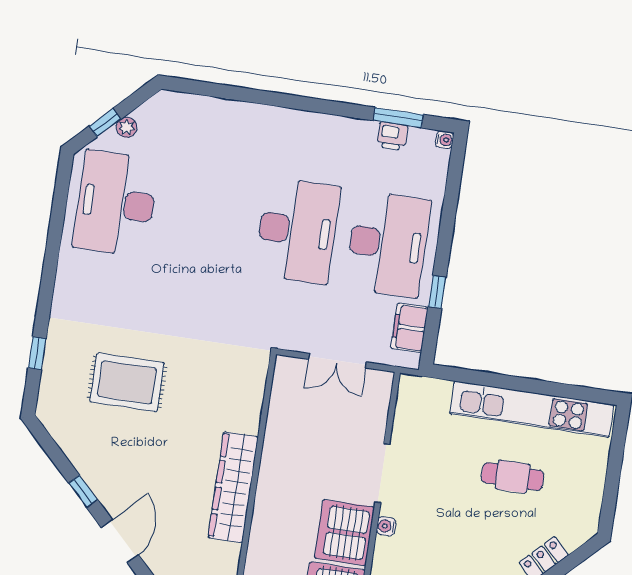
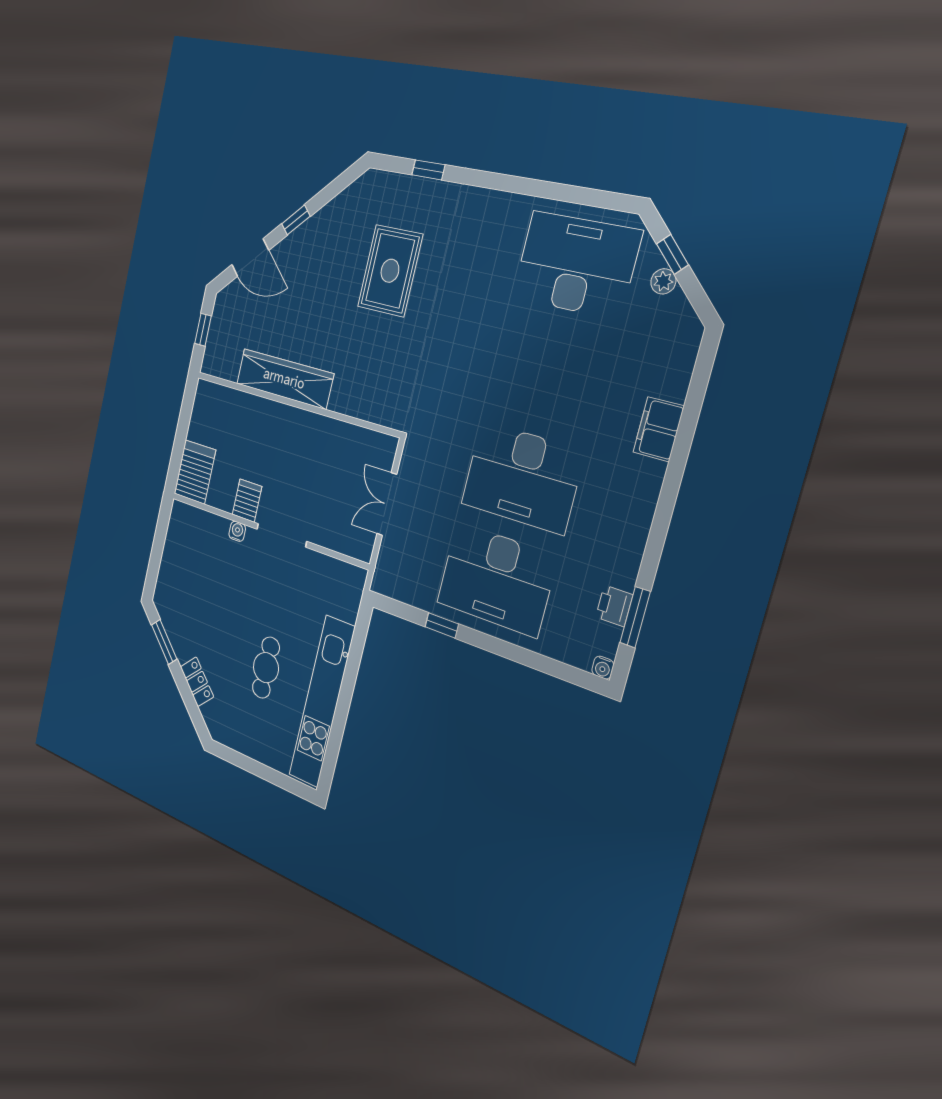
filing cabinet: (409, 328) -> (659, 429), moved, turned -90
server rack: (344, 533) -> (247, 501), width x0.46, depth x0.70

